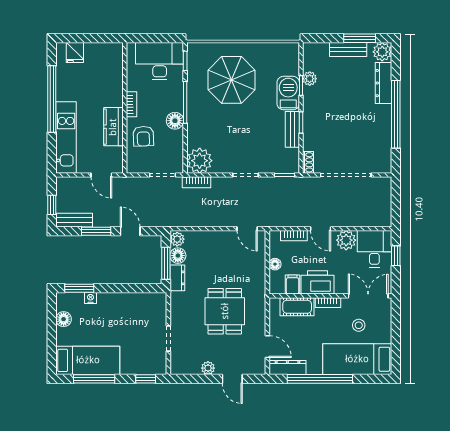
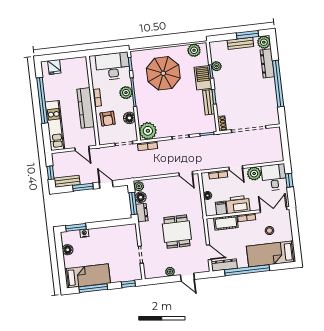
plant: (280, 52) -> (194, 50), added
plant: (174, 102) -> (126, 93), added
floor lamp: (175, 121) -> (129, 118), moved
kitchen counter: (113, 127) -> (86, 108), width x1.50

